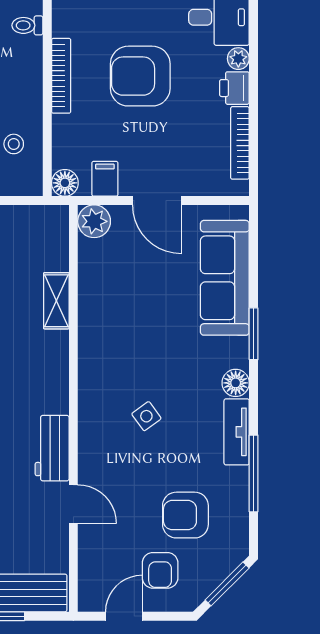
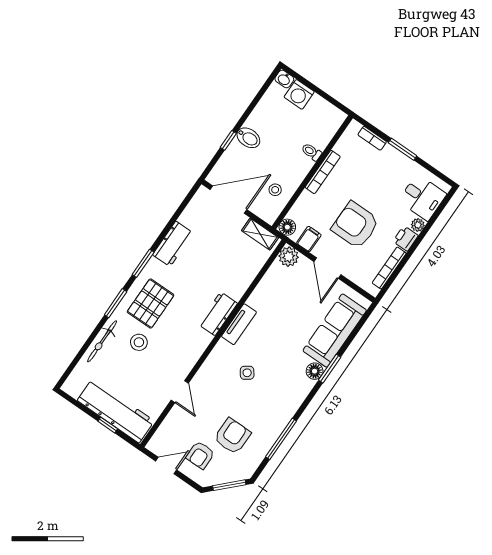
toilet: (27, 25) -> (311, 152), moved
armchair: (140, 76) -> (355, 225), moved
shelving: (56, 301) -> (260, 234), moved, turned 90
floor lamp: (236, 383) -> (315, 371), moved
tv unit: (237, 432) -> (239, 324), moved, turned 180
workbench: (52, 448) -> (218, 314), moved
armchair: (185, 515) -> (232, 436), turned 90

